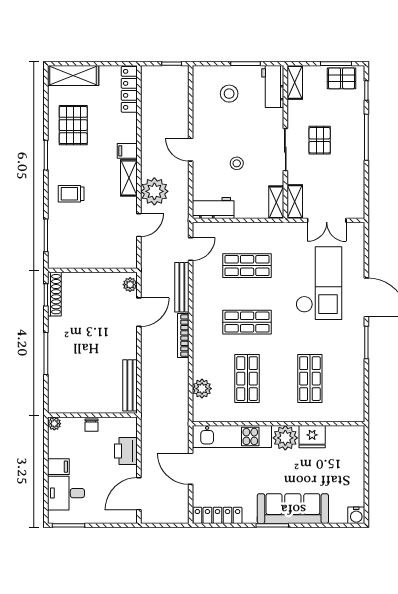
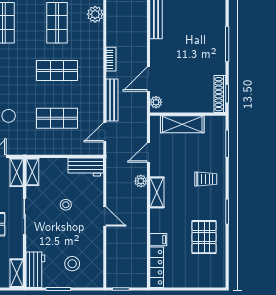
shelving: (73, 76) -> (182, 124), moved
filing cabinet: (127, 151) -> (158, 240), moved
plant: (154, 191) -> (141, 181), width x0.53, depth x0.53
bookcase: (183, 336) -> (111, 59), width x0.64

